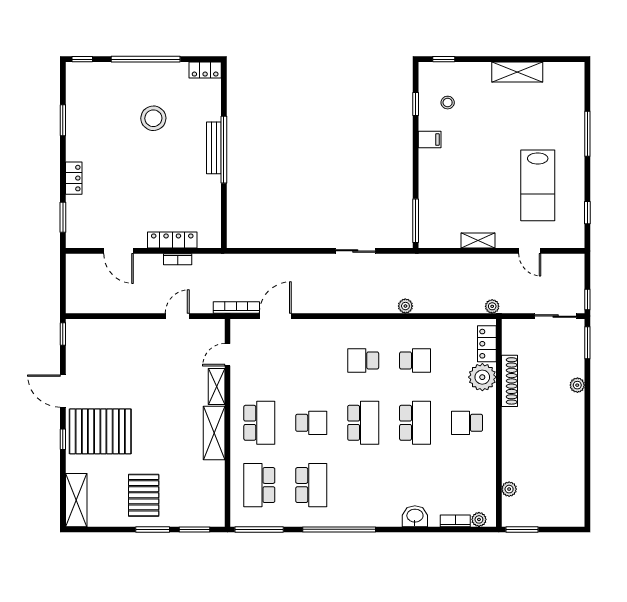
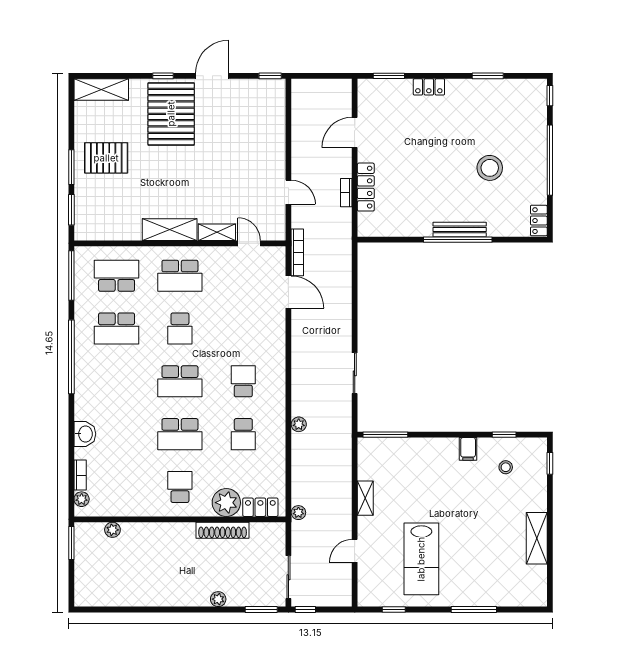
lab bench: (538, 185) -> (421, 559), turned -90

